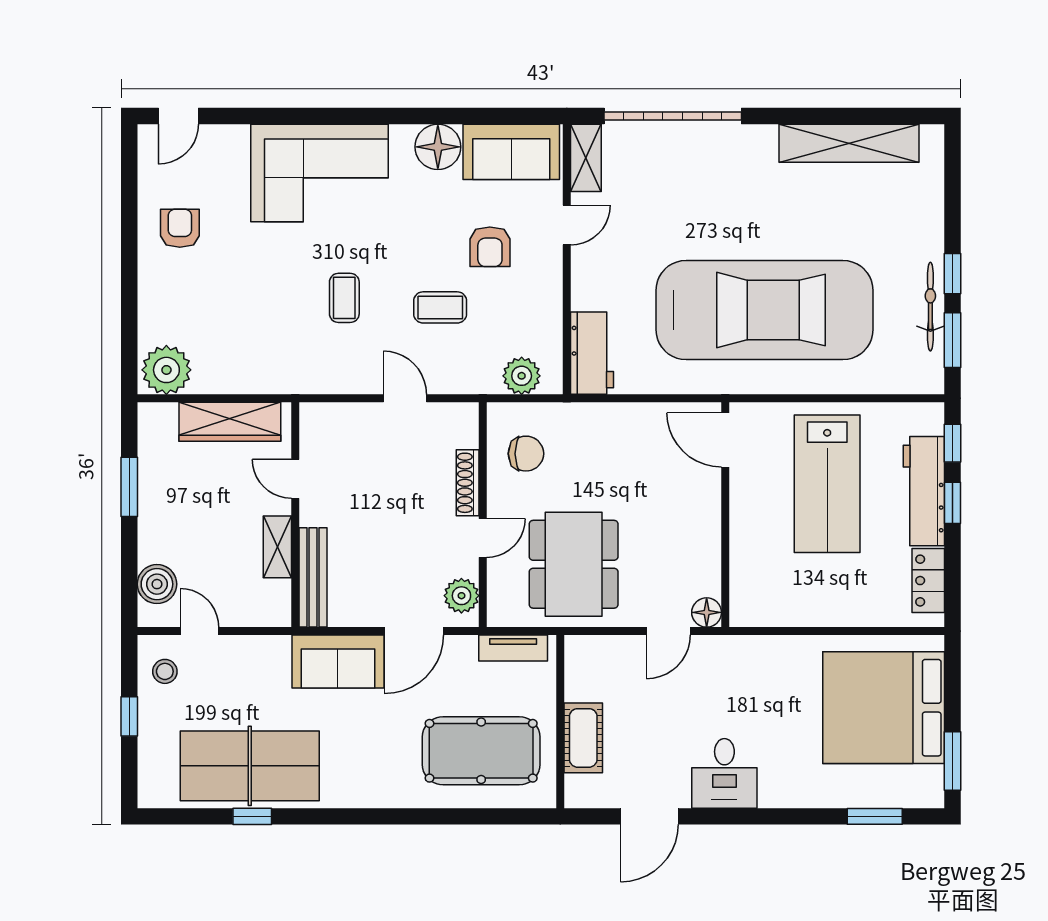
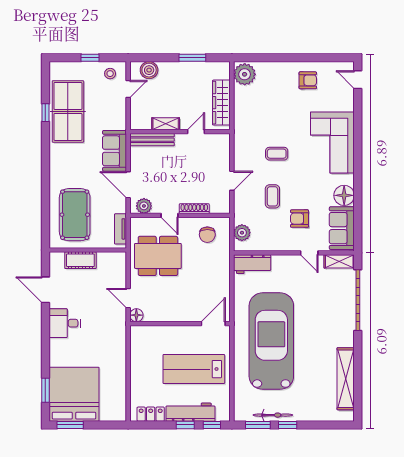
car: (764, 310) -> (271, 341), turned 180
bed: (884, 708) -> (74, 394), moved

